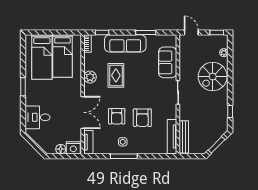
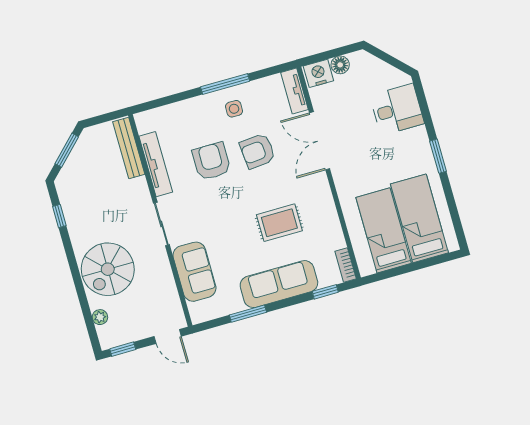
rug: (116, 75) -> (279, 223), turned 90
plant: (90, 77) -> (324, 207), removed
spiral stairs: (213, 77) -> (108, 269), turned 180
armchair: (117, 116) -> (258, 151), turned -95
tv unit: (172, 136) -> (156, 164), moved

